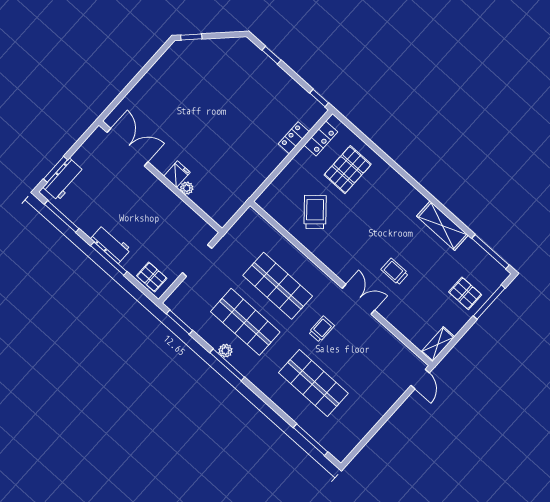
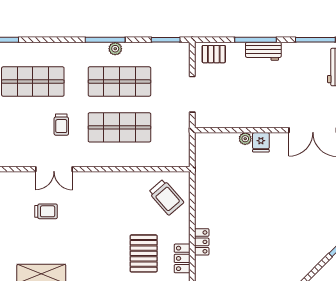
trolley: (315, 212) -> (166, 197), moved

